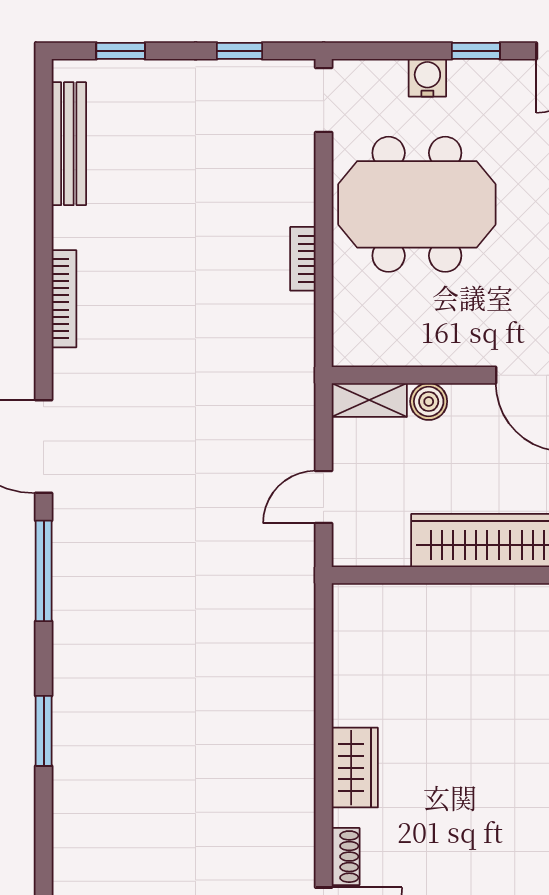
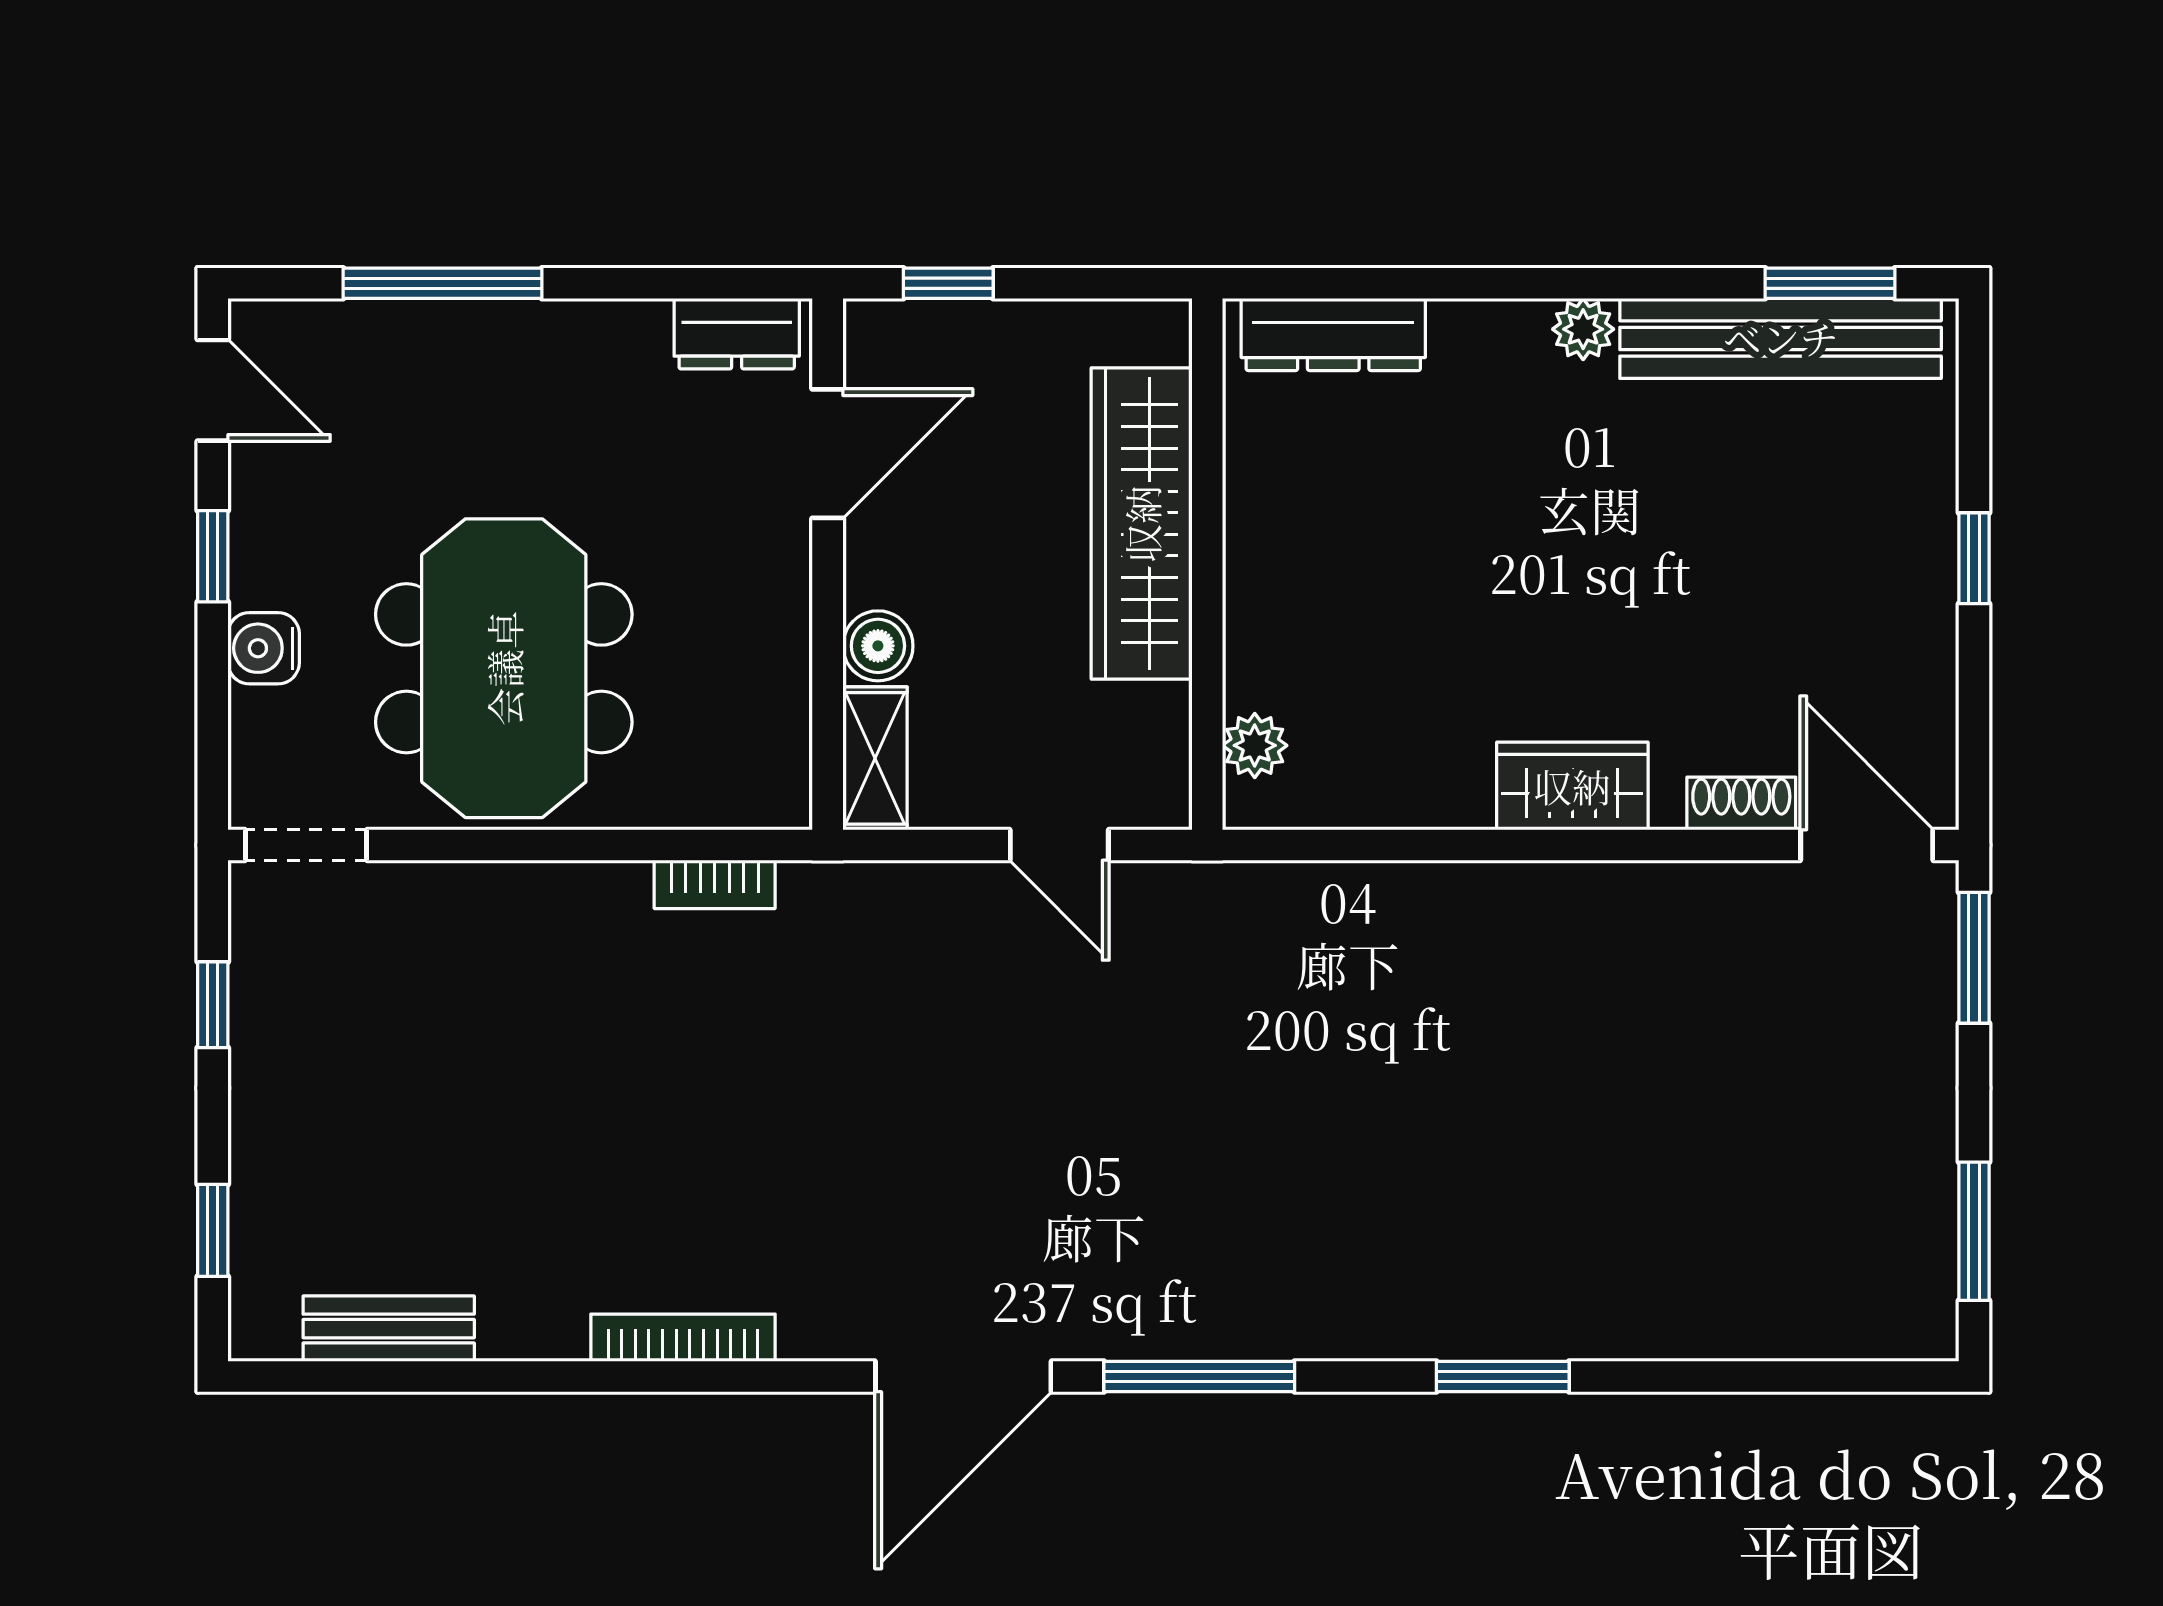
bench: (69, 144) -> (389, 1329), width x0.73
bookcase: (303, 259) -> (715, 884), moved
plant: (376, 600) -> (1255, 745), added

